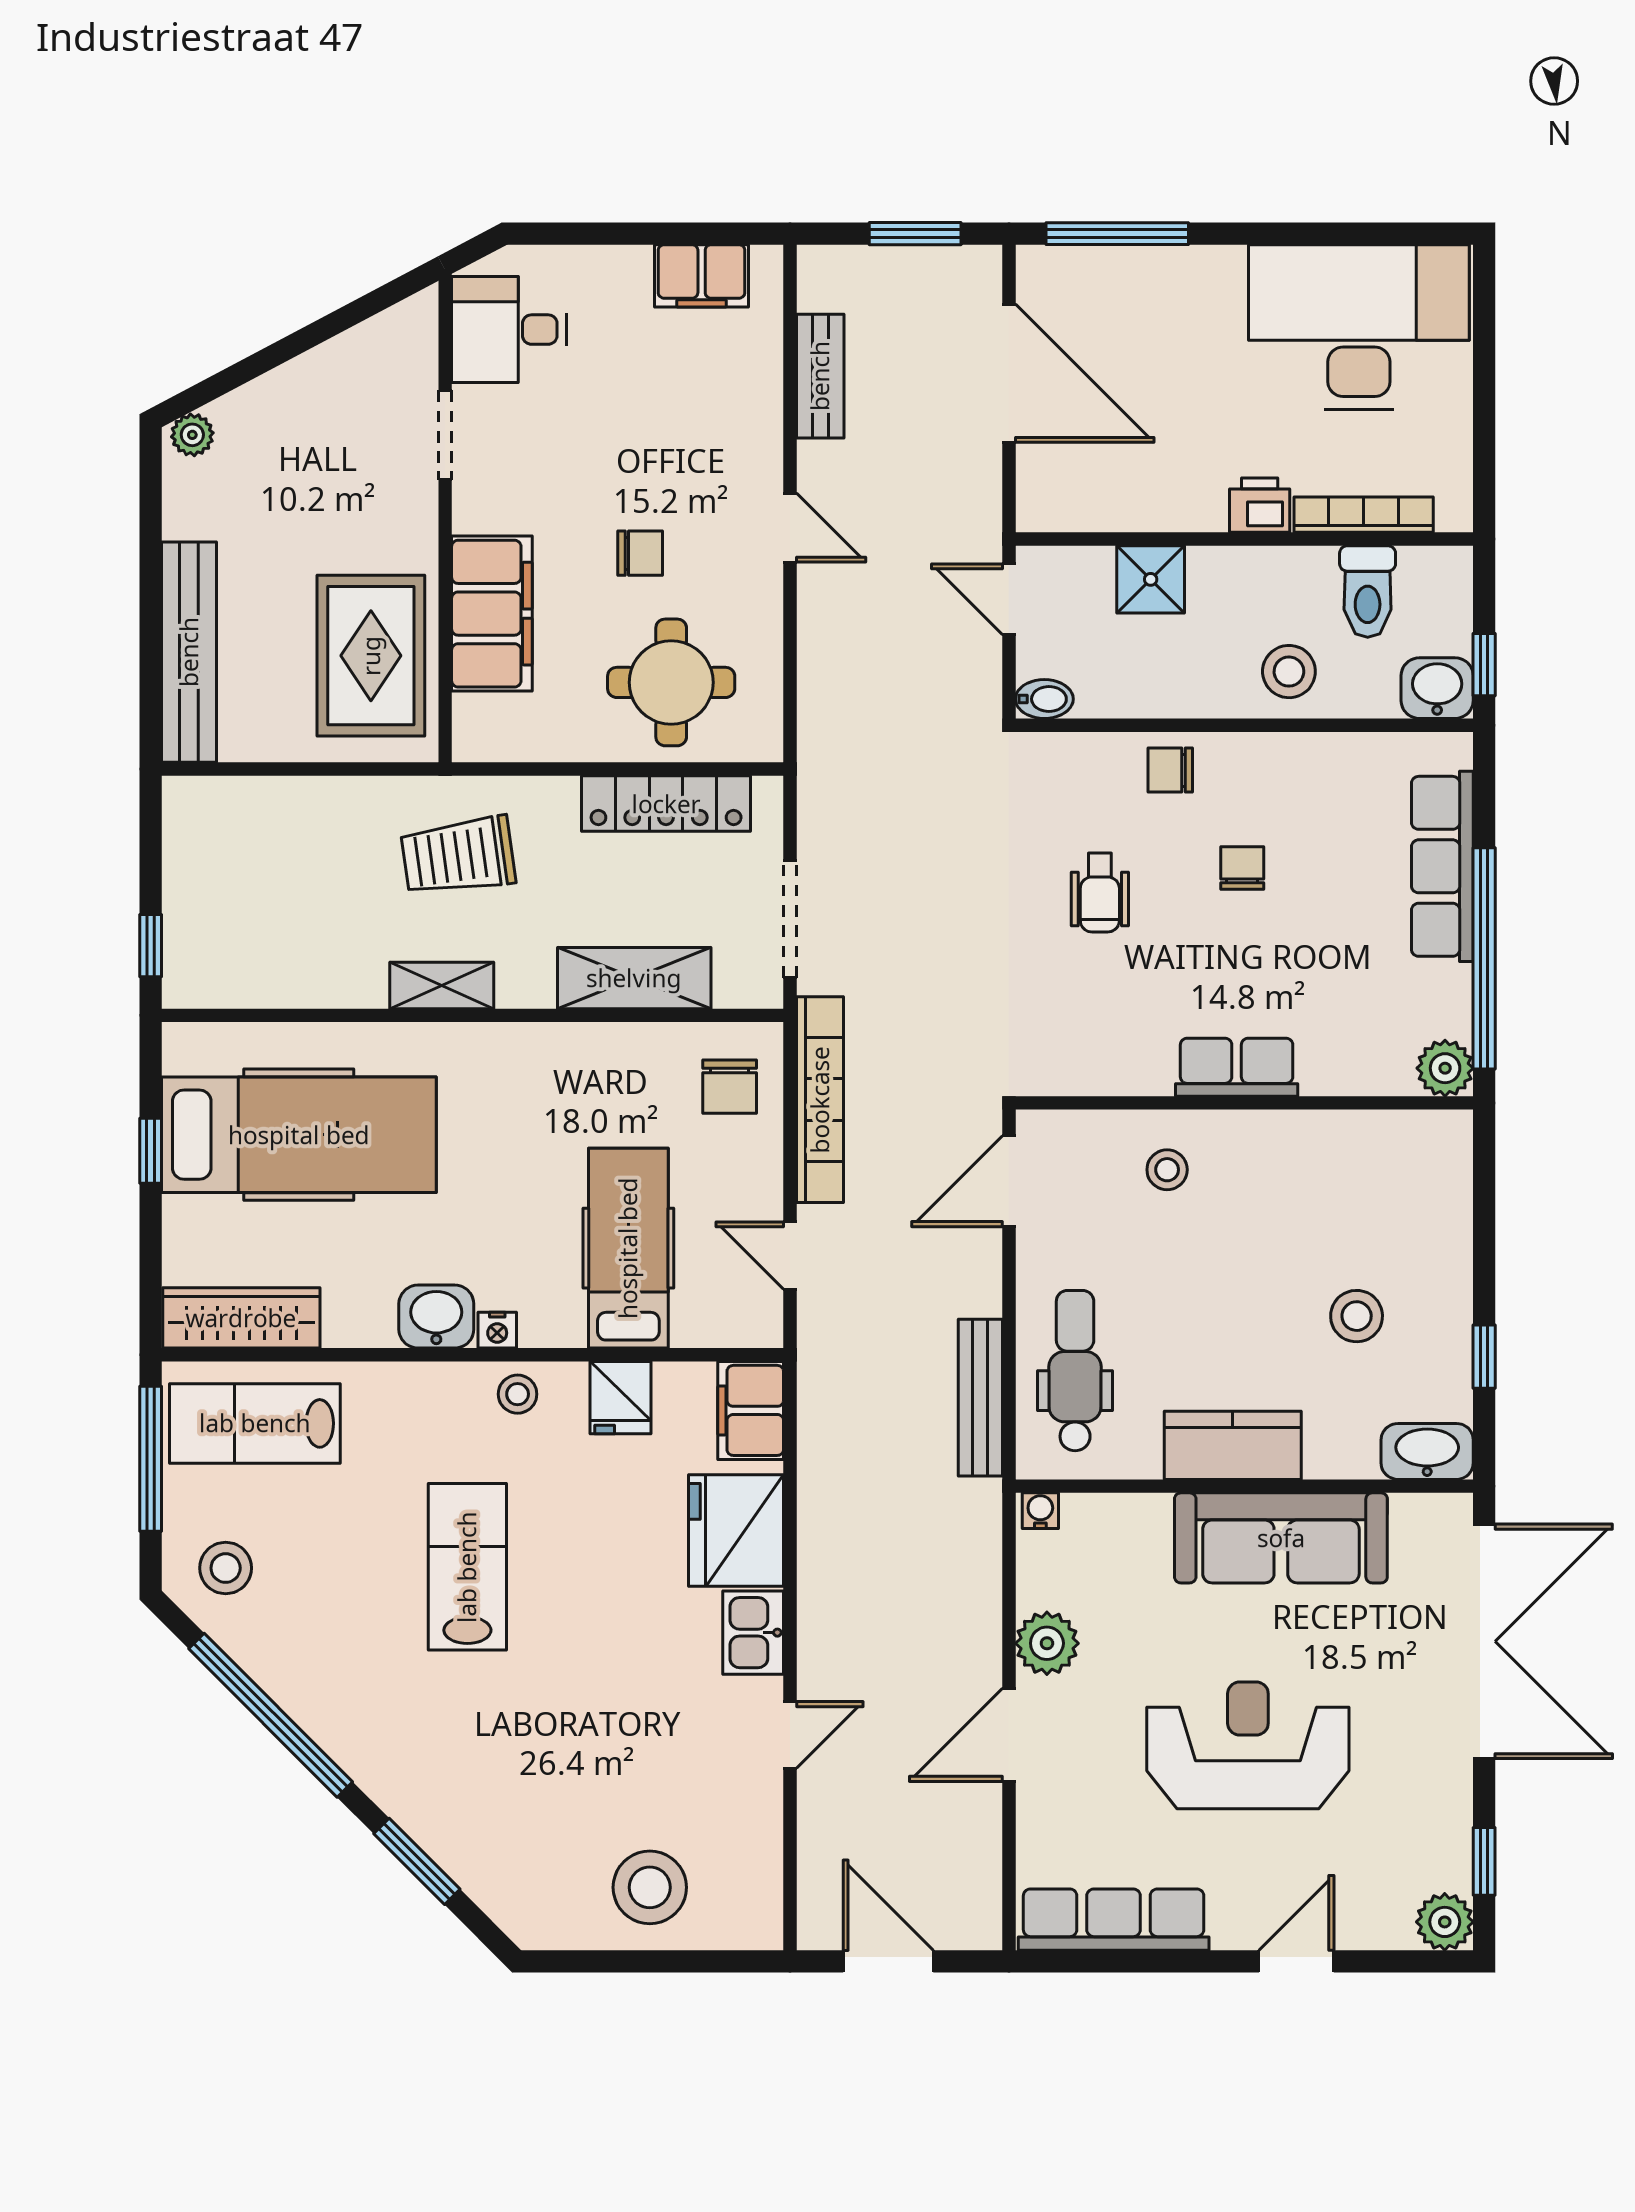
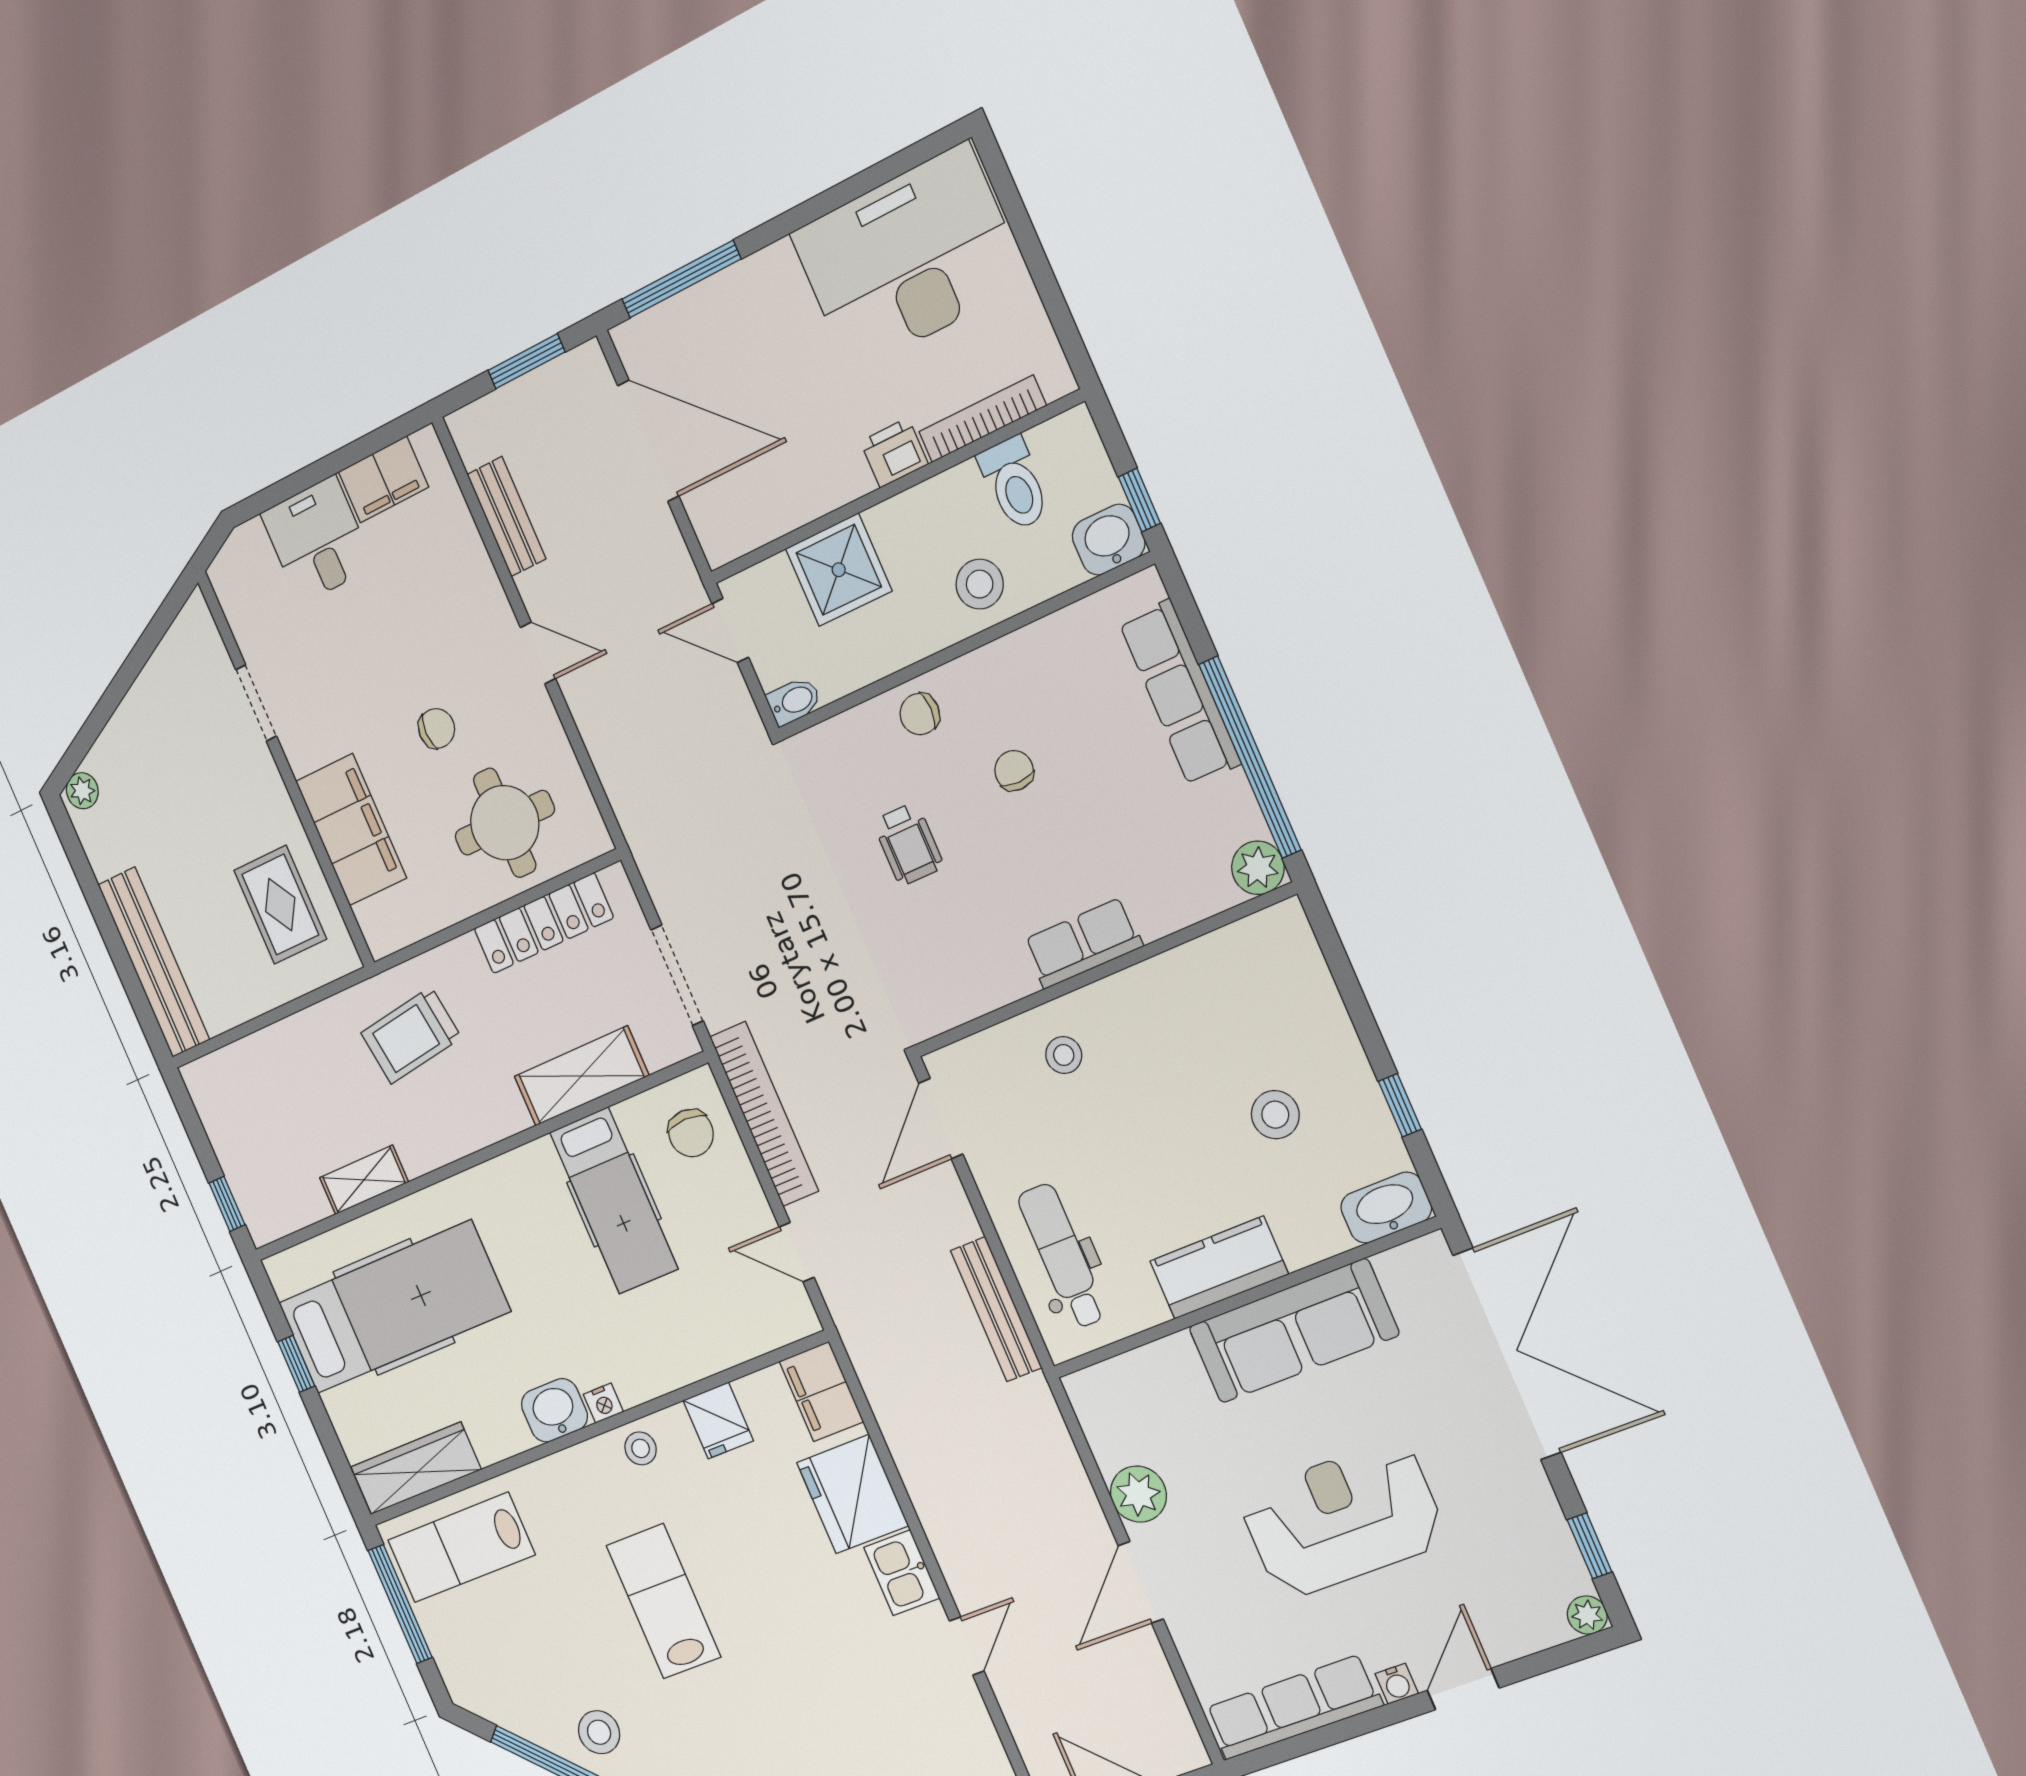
desk: (509, 330) -> (317, 540), moved, turned 90
shower: (1151, 579) -> (839, 570), width x1.36, depth x1.36
rug: (371, 656) -> (280, 905), width x0.73, depth x0.70
shelving: (442, 985) -> (364, 1180), moved
hospital bed: (628, 1248) -> (614, 1201), moved, turned 180
water cooler: (1040, 1511) -> (1397, 1684), moved, turned 180
stool: (226, 1568) -> (599, 1732), moved
plant: (1445, 1922) -> (1587, 1615), width x0.73, depth x0.73

